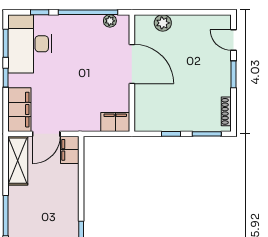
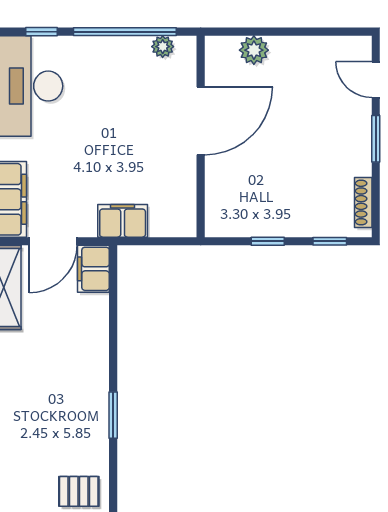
door: (132, 64) -> (201, 121), hinge flipped
filing cabinet: (115, 122) -> (123, 221), moved
window: (207, 134) -> (330, 241), width x0.67

